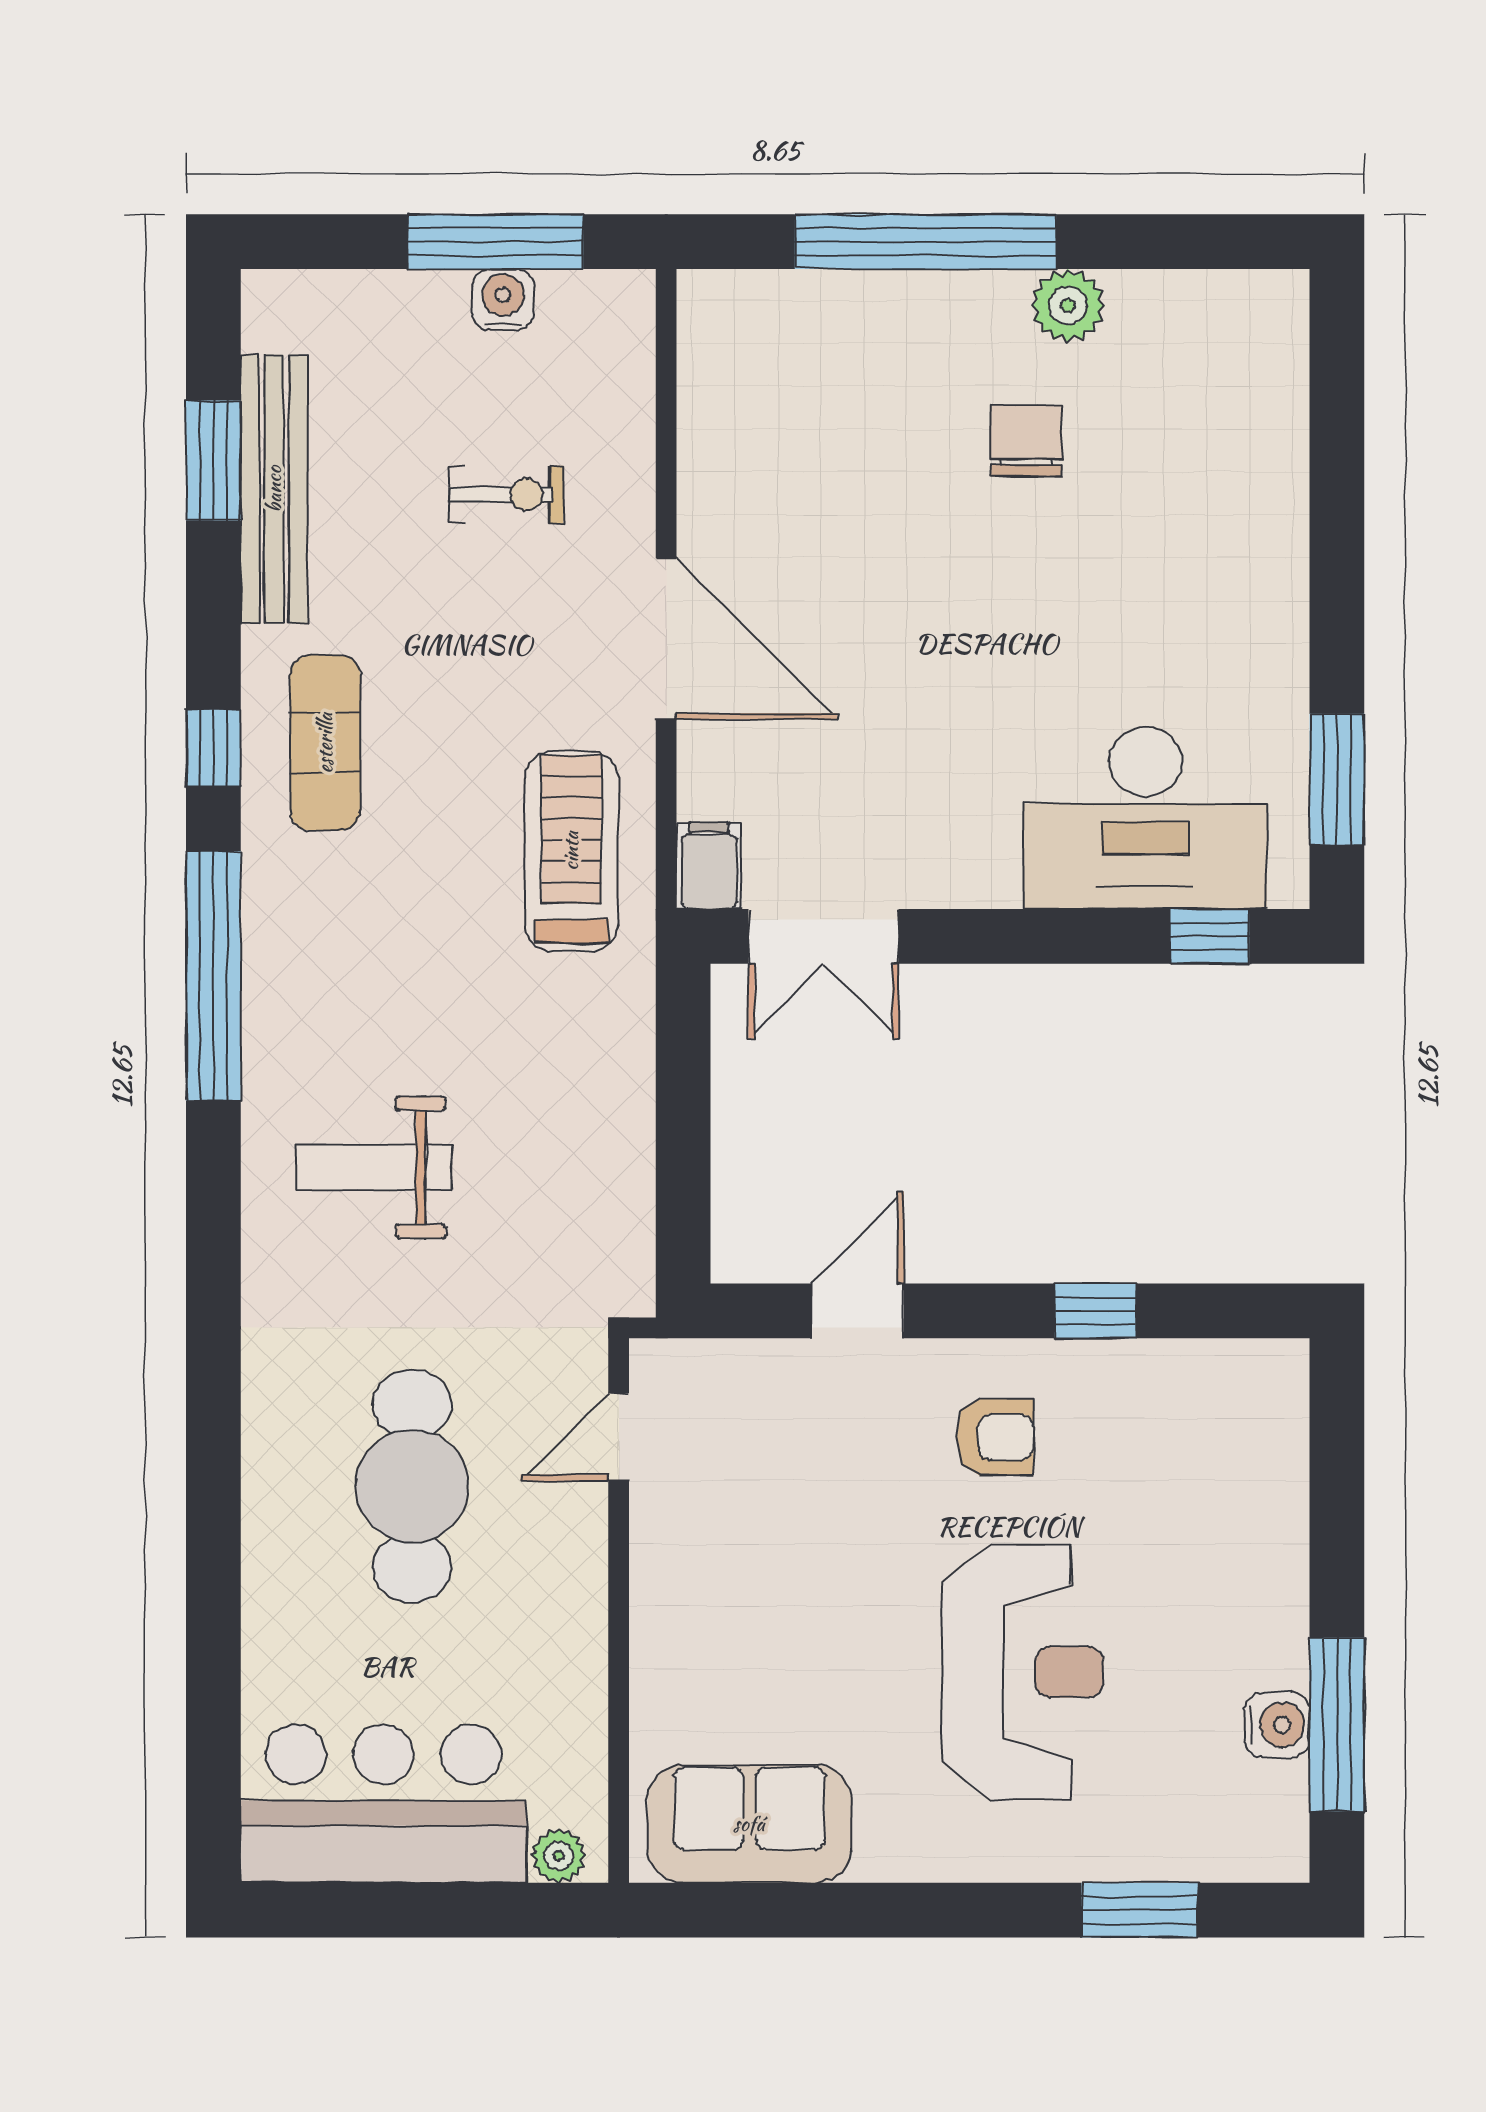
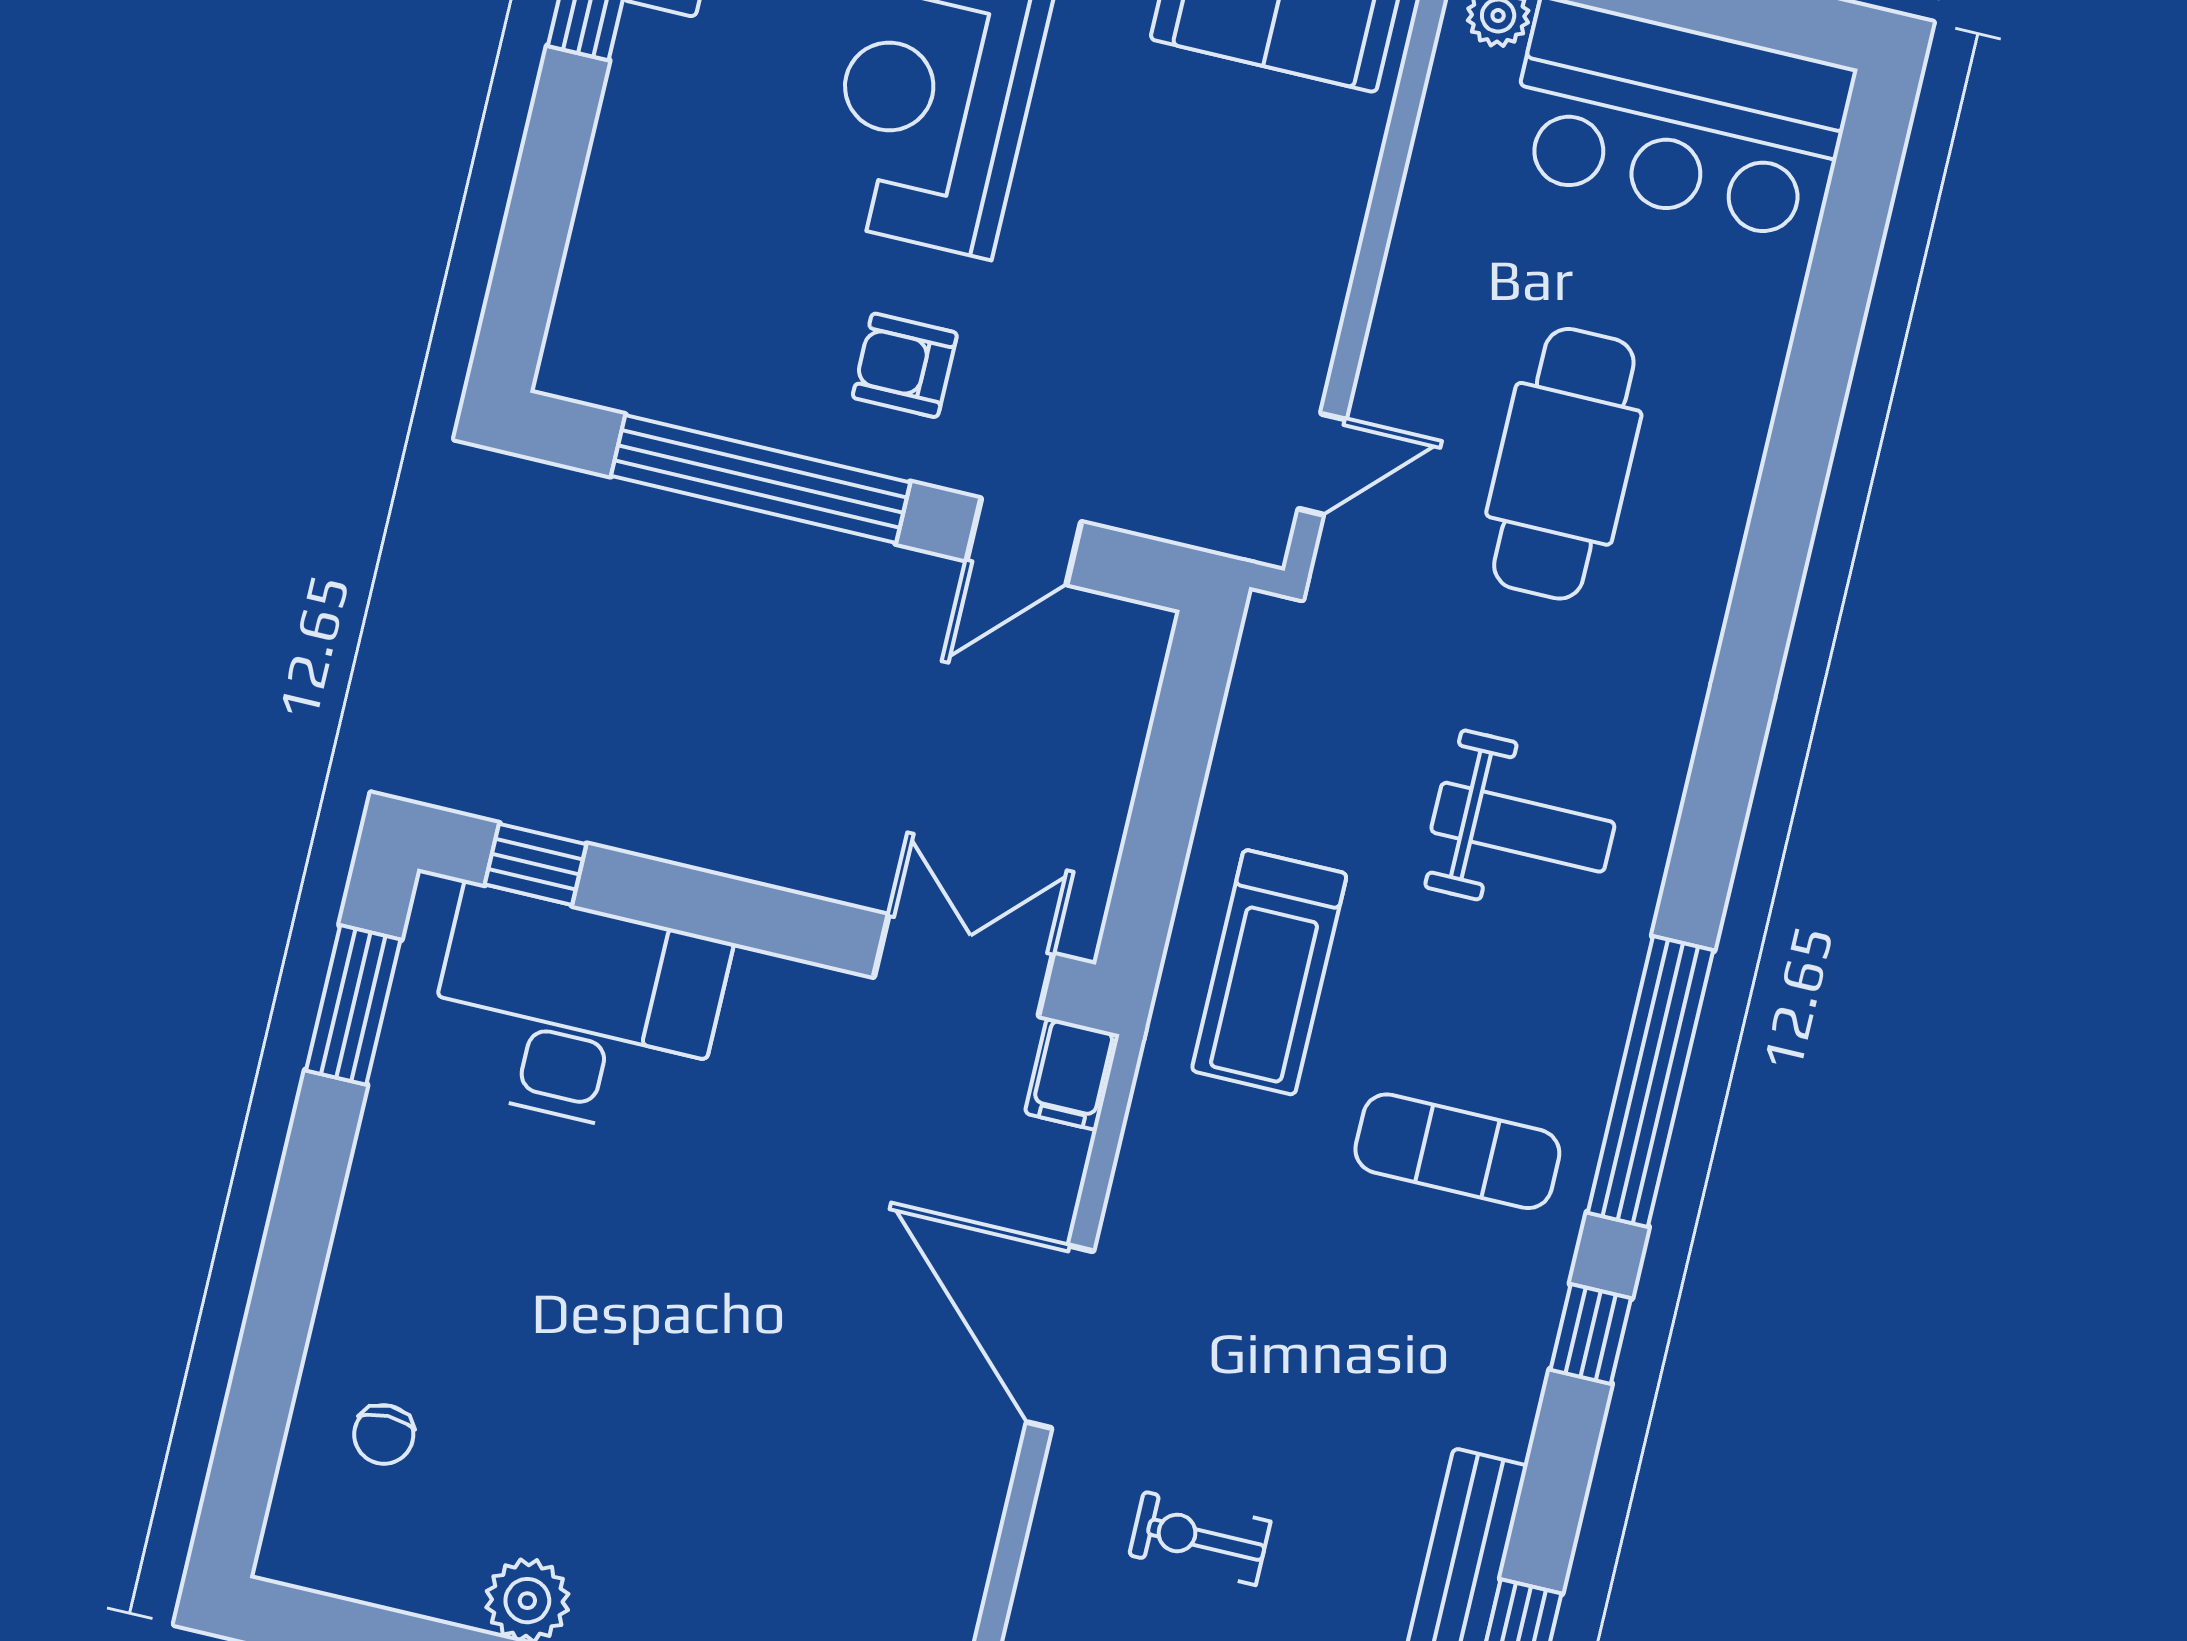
chair: (1026, 441) -> (384, 1434), moved, width x0.73, depth x0.73
exercise mat: (325, 743) -> (1457, 1151), moved, turned 90
treadmill: (571, 851) -> (1269, 972), moved
window: (1095, 1311) -> (761, 479), width x3.17

